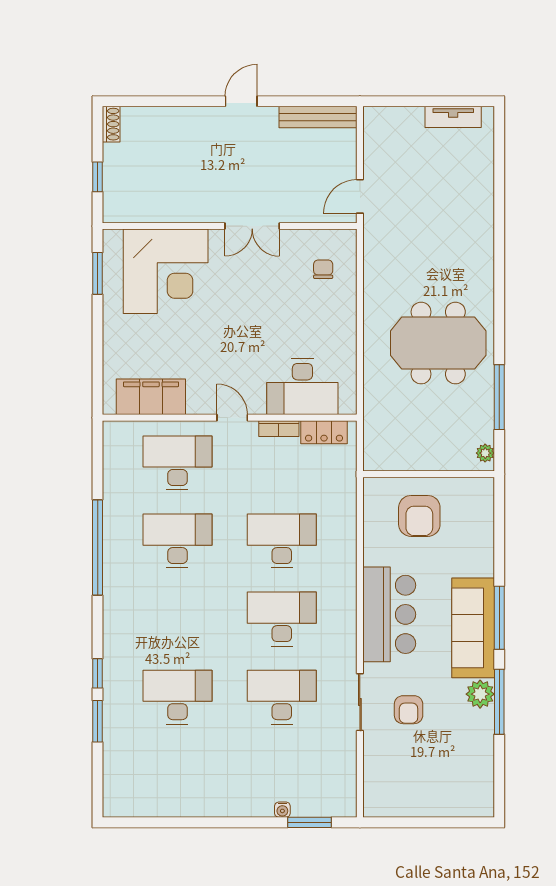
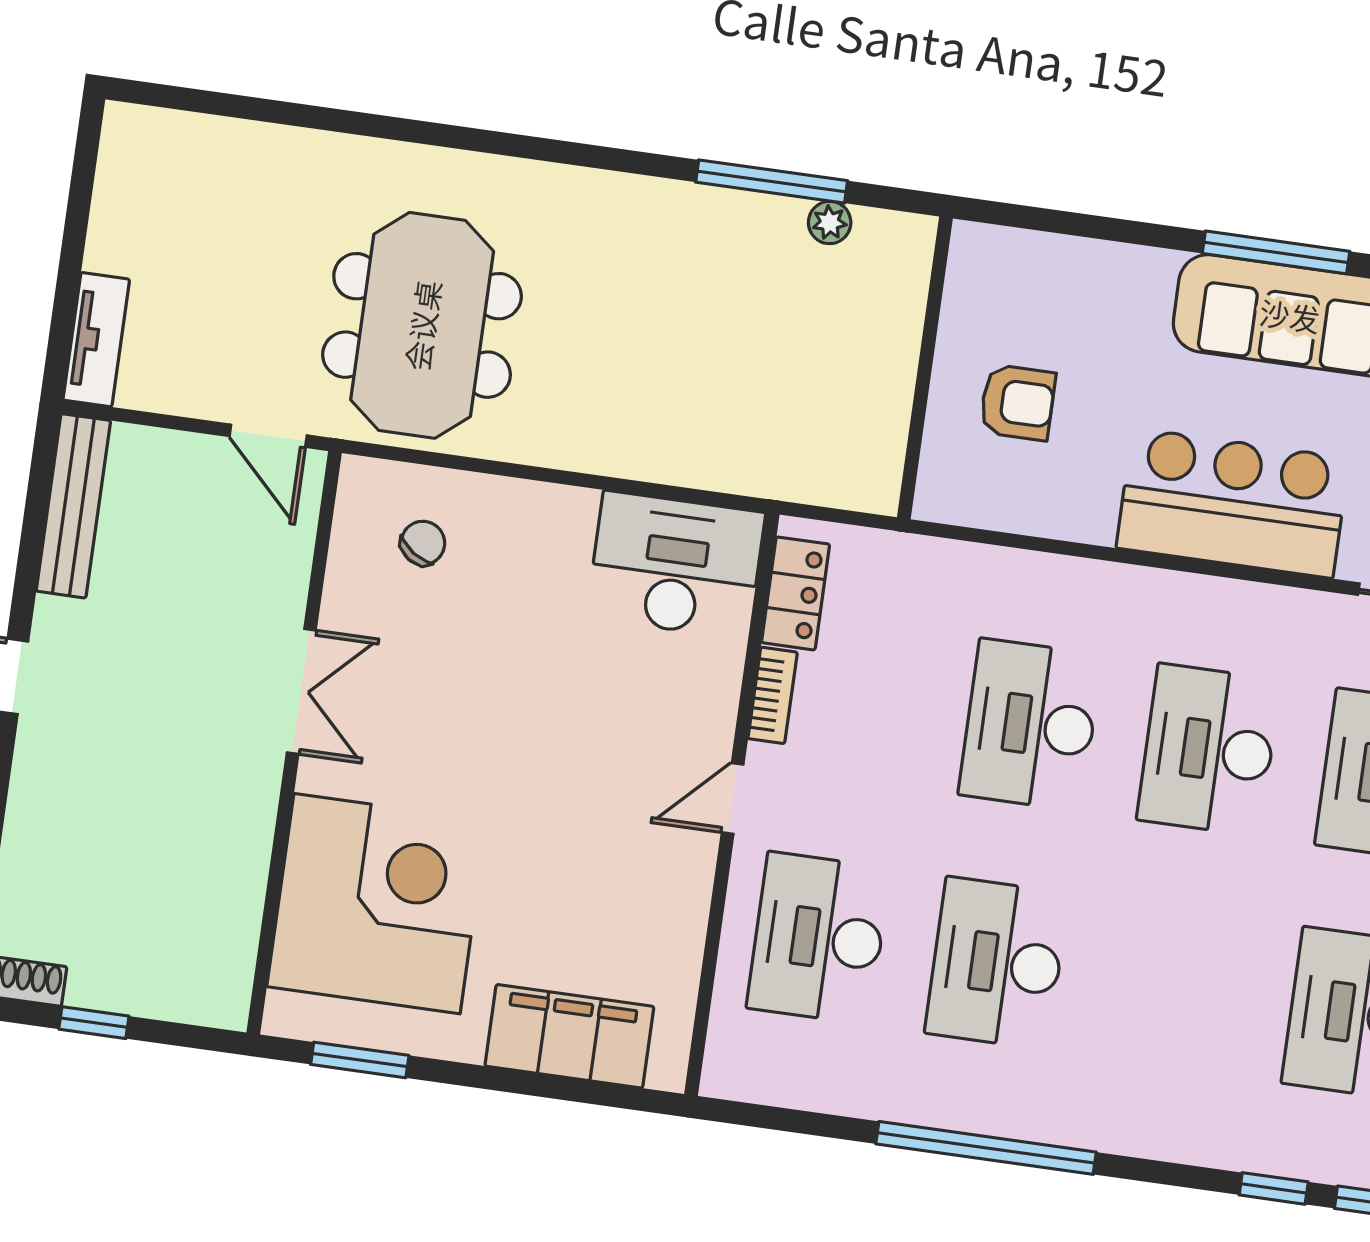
tv unit: (453, 117) -> (96, 340), moved
window: (98, 177) -> (94, 1023), moved
chair: (323, 269) -> (423, 543), turned 124
meeting table: (438, 343) -> (422, 325), moved
desk: (302, 387) -> (676, 565), moved, turned -90
filing cabinet: (151, 397) -> (569, 1036), moved, turned 90
plant: (485, 453) -> (830, 222), moved
armchair: (419, 516) -> (1017, 402), width x0.72, depth x0.72

